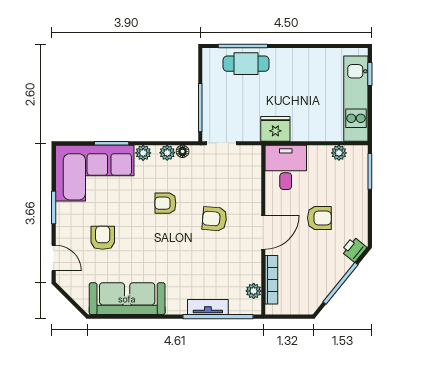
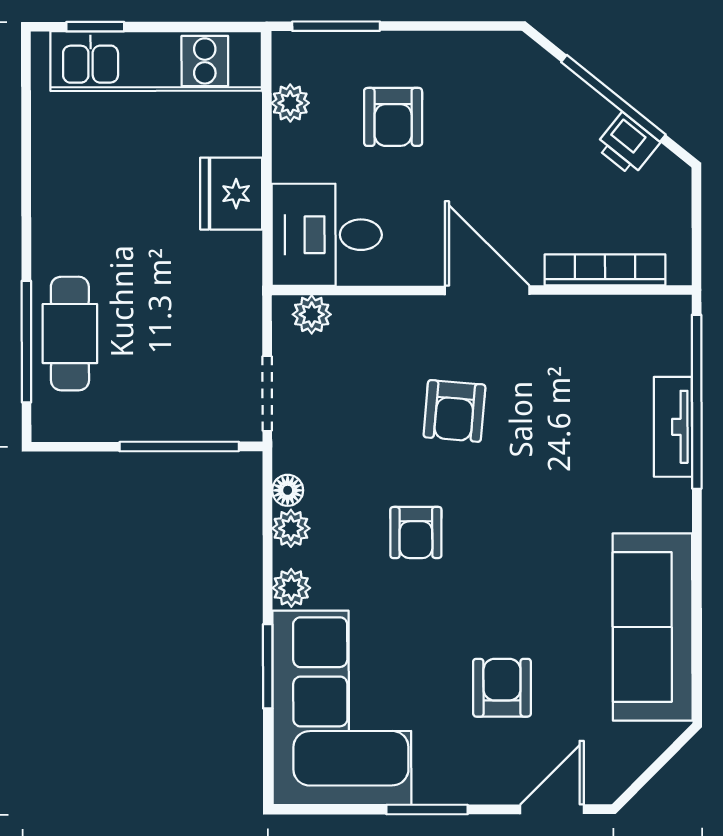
fridge: (275, 129) -> (231, 194), moved
armchair: (319, 218) -> (393, 117), moved, turned 180
armchair: (103, 238) -> (502, 688), turned 90
printer: (354, 249) -> (627, 144), moved
plant: (254, 291) -> (312, 314), moved

